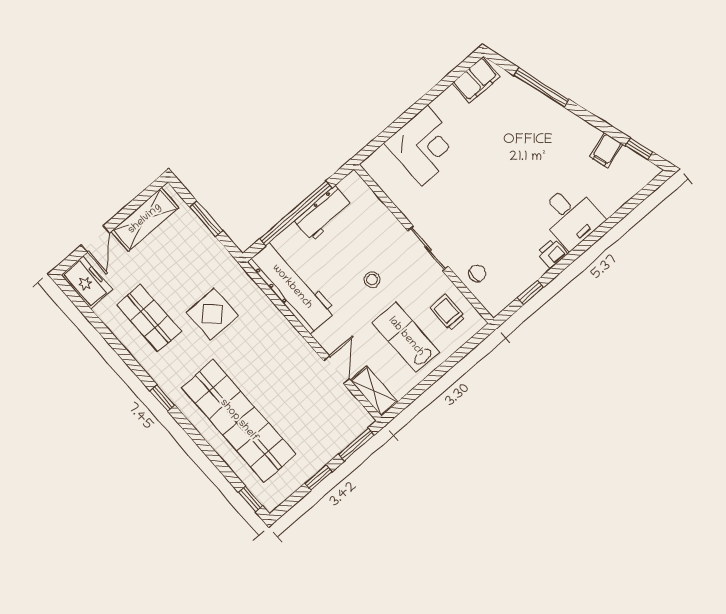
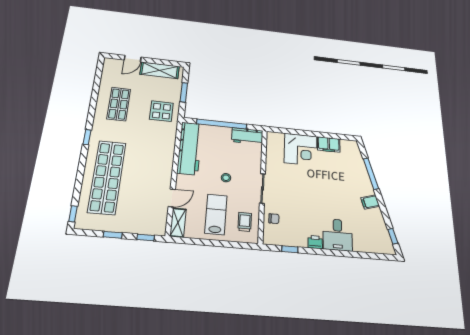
filing cabinet: (476, 80) -> (329, 144), moved
filing cabinet: (606, 150) -> (370, 202), moved
workbench: (324, 214) -> (247, 136), moved
freezer: (87, 282) -> (111, 69), removed
display table: (212, 314) -> (161, 111), moved
window: (356, 444) -> (146, 237), width x0.67

